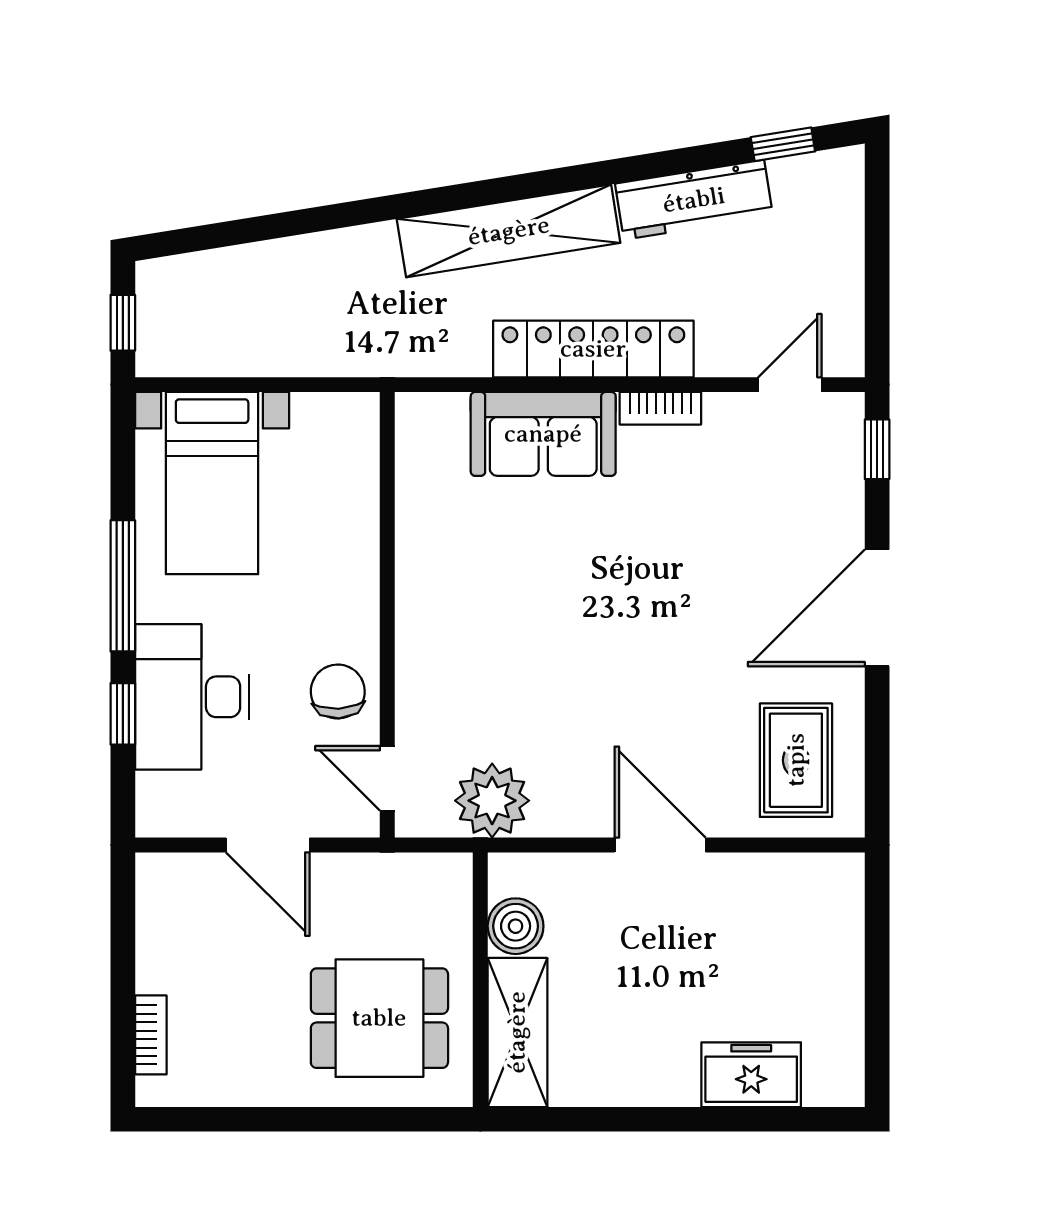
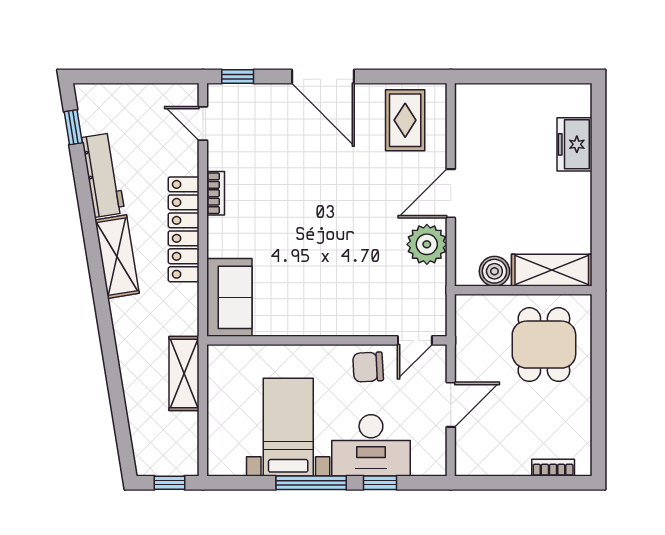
shelving: (509, 231) -> (117, 257), width x0.68
shelving: (326, 350) -> (184, 374), added
sofa: (543, 434) -> (229, 297), moved
bed with nightstands: (212, 483) -> (288, 427), moved, turned -90
rug: (796, 760) -> (405, 120), turned 90
plant: (492, 801) -> (427, 244), moved

